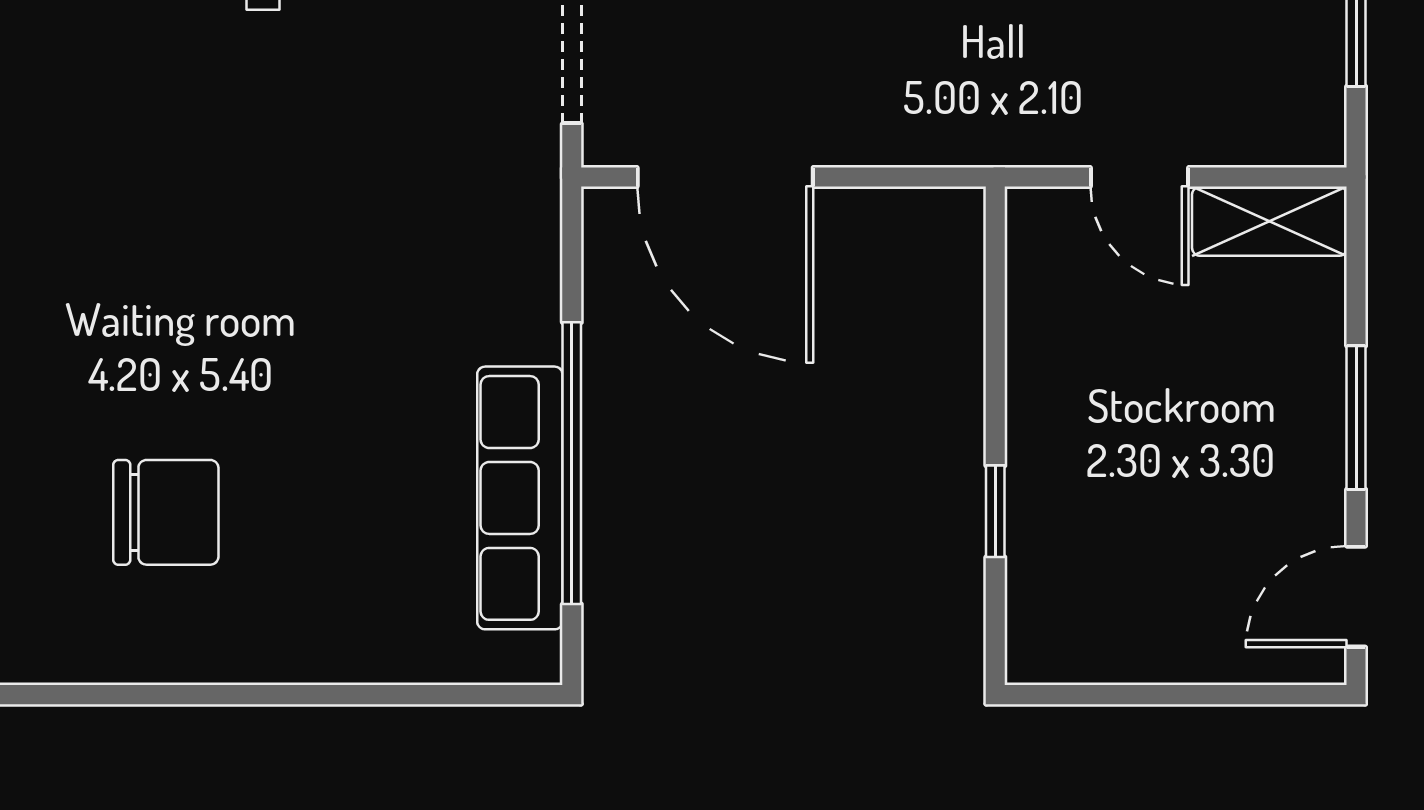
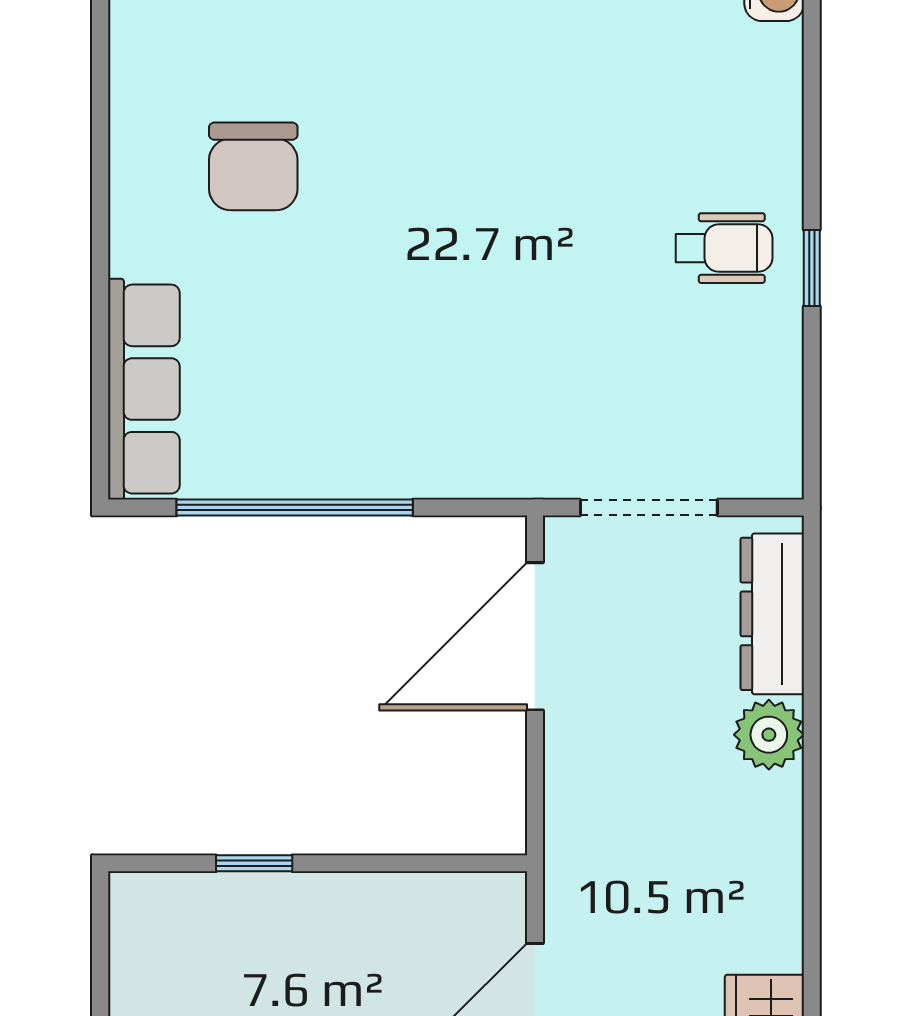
row of seats: (520, 498) -> (144, 389), moved, turned 90

